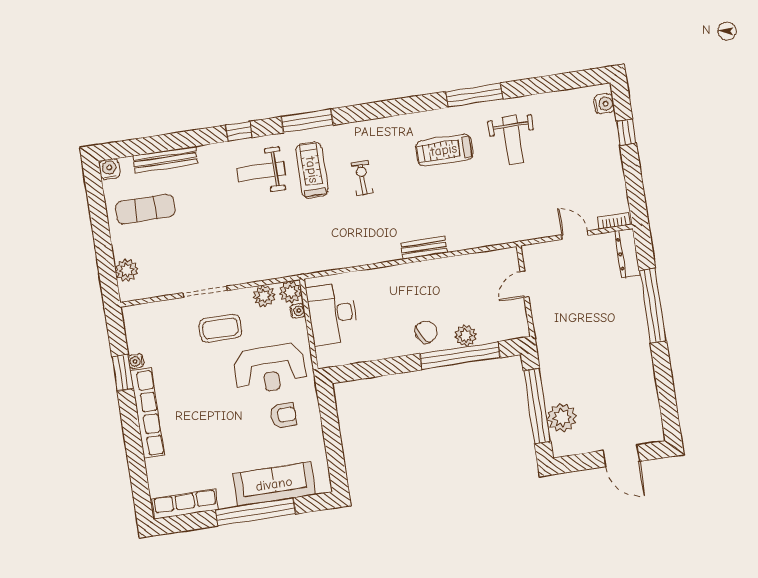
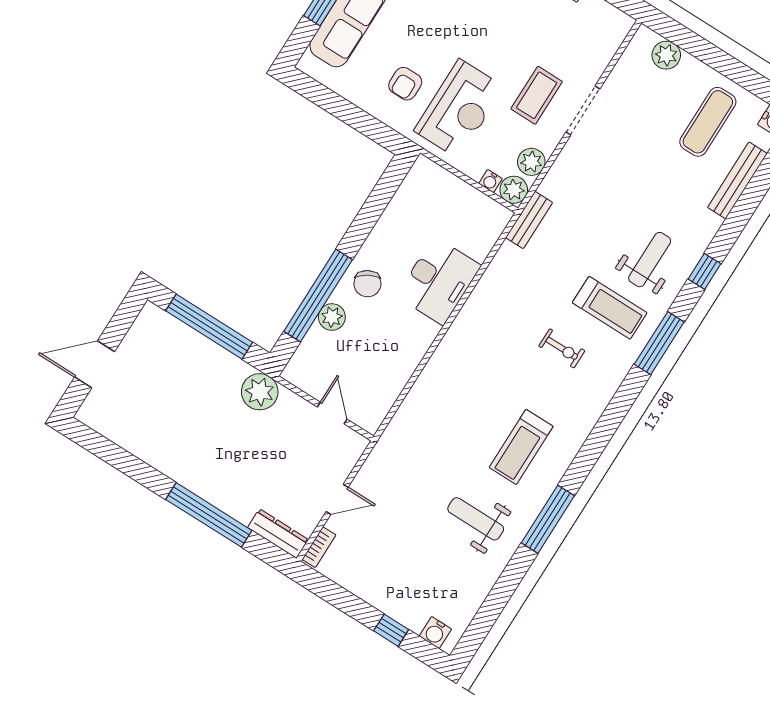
treadmill: (444, 150) -> (521, 447), turned 180
bench: (424, 248) -> (529, 220), moved
desk: (333, 314) -> (439, 281), moved, turned 90
reception desk: (270, 369) -> (459, 109), turned 180
plant: (562, 418) -> (260, 392), moved

